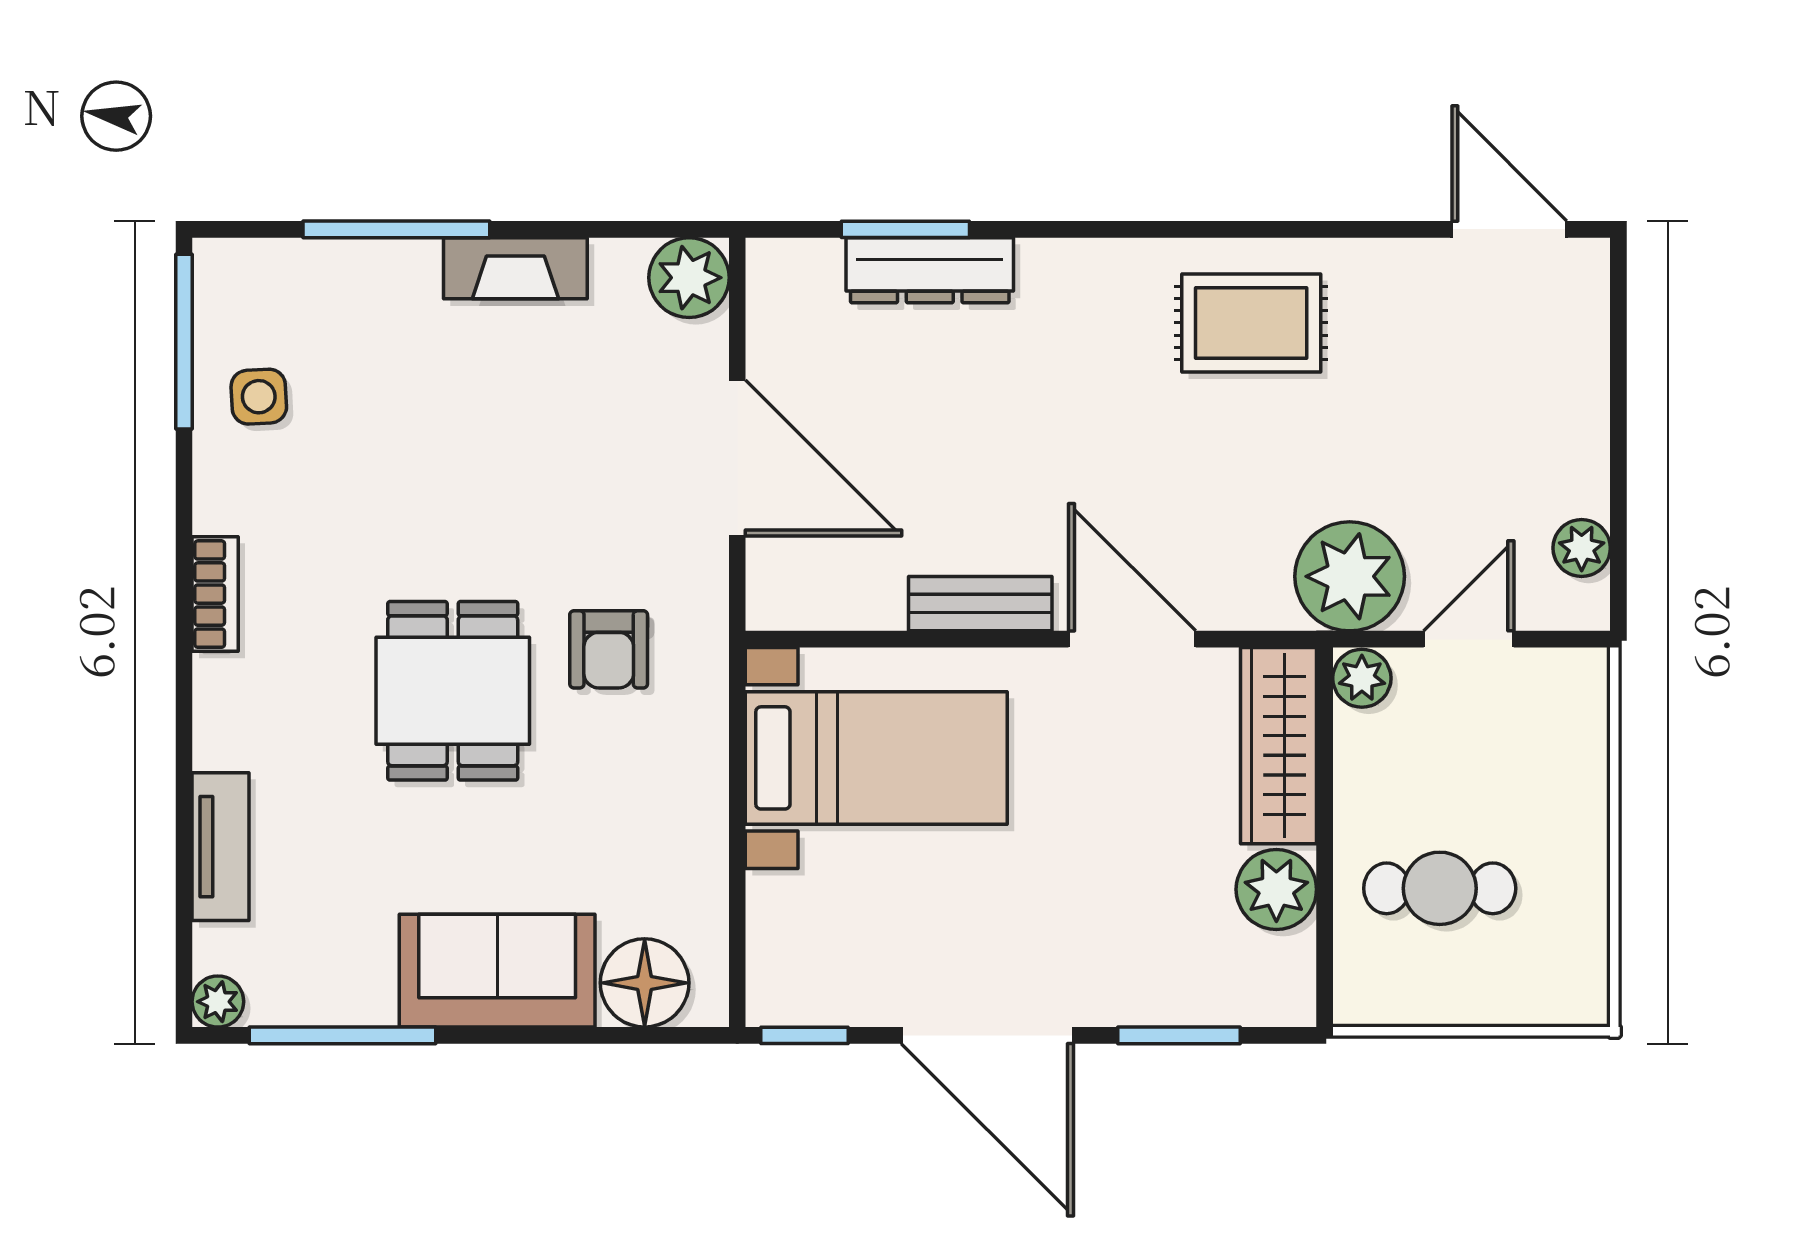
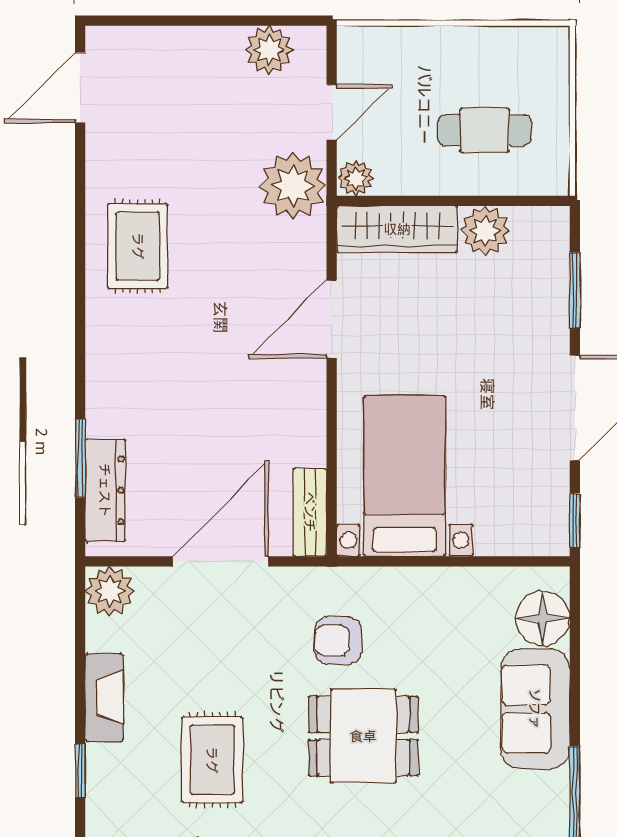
window: (396, 229) -> (80, 771), width x0.46
dresser: (930, 270) -> (105, 490), moved
rug: (414, 445) -> (212, 760), added
plant: (1582, 548) -> (269, 50), width x1.38, depth x1.38
bench: (980, 604) -> (310, 512), moved
door: (1469, 639) -> (332, 112), swing flipped
armchair: (609, 649) -> (338, 640), turned 180
cafe table: (1440, 888) -> (485, 130), turned 90

